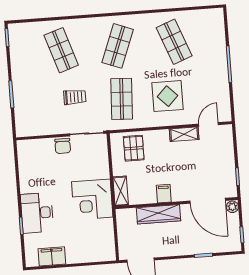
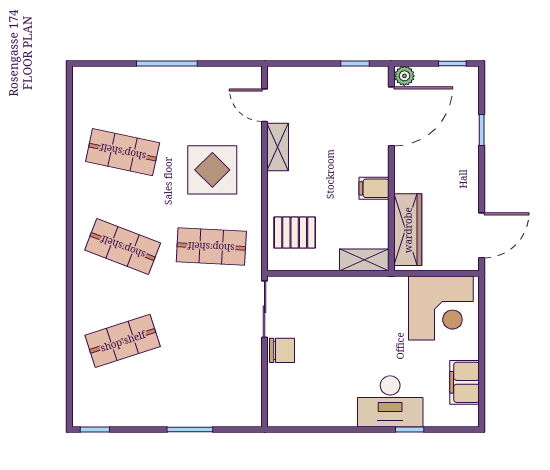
shop shelf: (174, 42) -> (123, 152), turned 33
trolley: (75, 97) -> (202, 324), removed
corner desk: (92, 199) -> (441, 308), moved
wardrobe: (159, 214) -> (408, 230), moved

